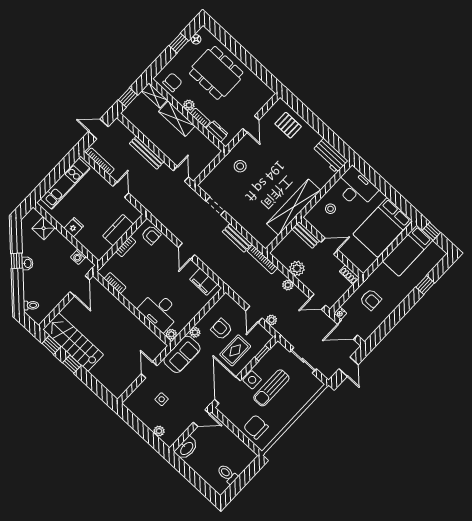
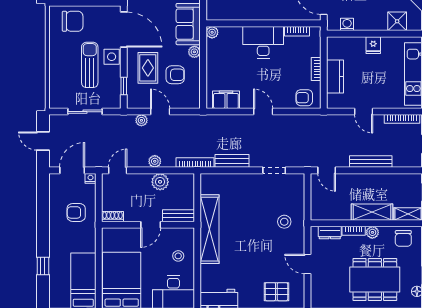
desk: (159, 311) -> (263, 42), moved

